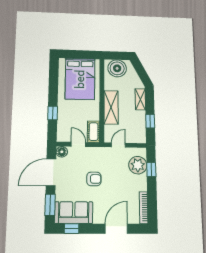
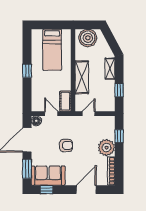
bed: (80, 79) -> (52, 50), width x0.67
window: (53, 113) -> (27, 71), moved
plant: (138, 165) -> (106, 148), moved

